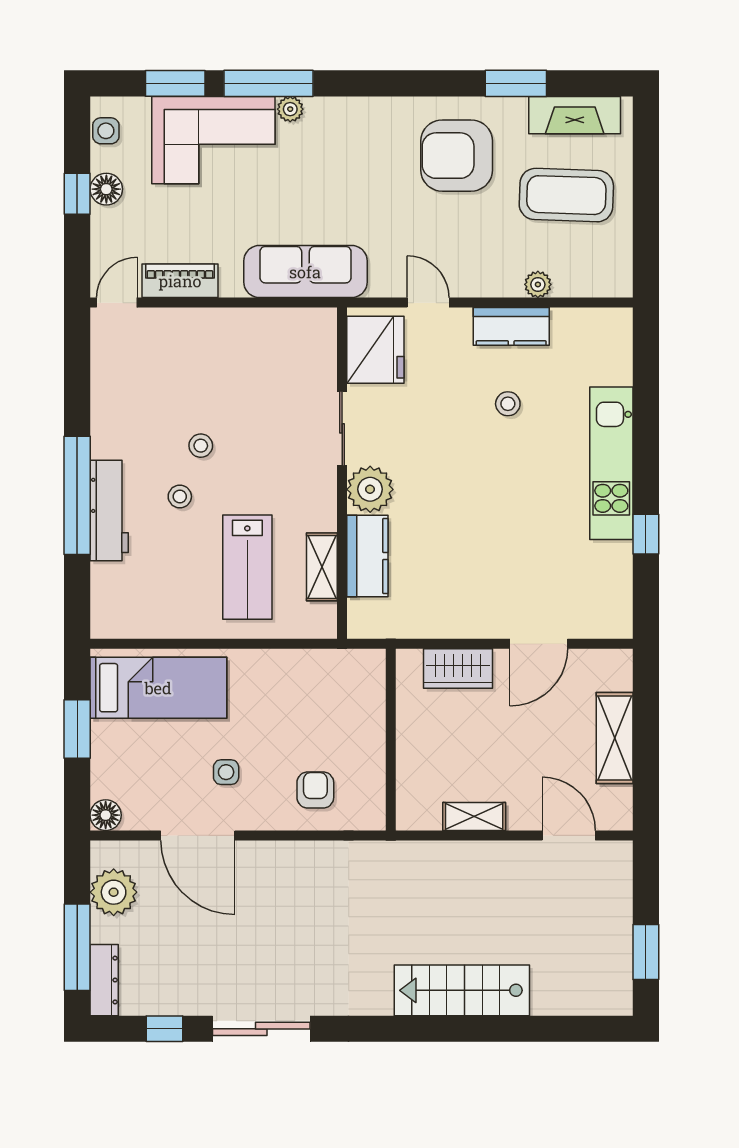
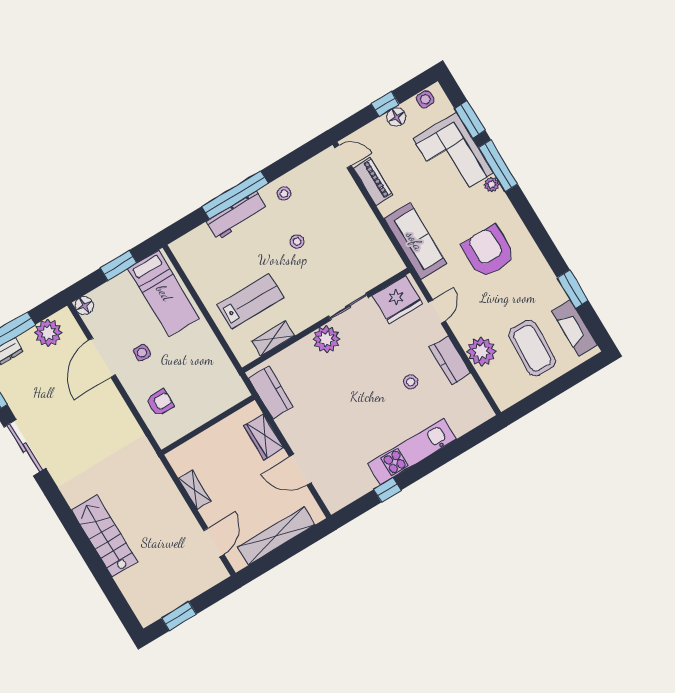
armchair: (457, 156) -> (488, 252), moved
plant: (538, 284) -> (481, 352), width x1.88, depth x1.88
stool: (180, 497) -> (284, 194), moved
kitchen counter: (367, 556) -> (271, 392), moved, turned -90
lab bench: (247, 567) -> (251, 301), turned 180
shelving: (615, 738) -> (276, 536), width x1.47

